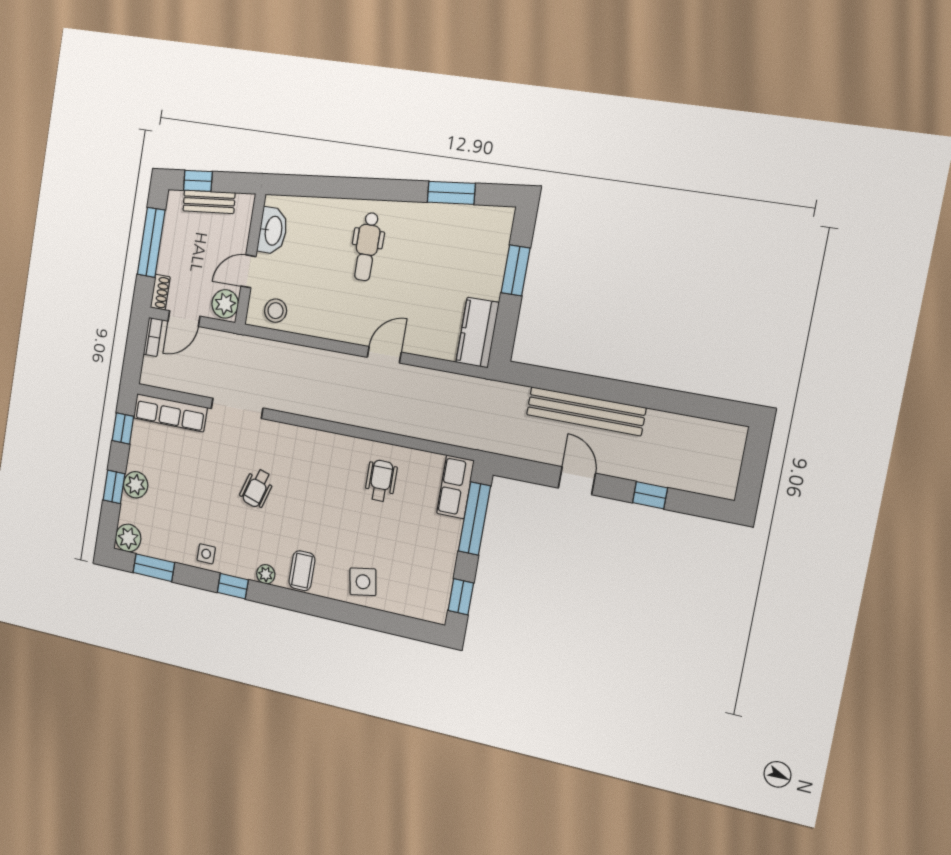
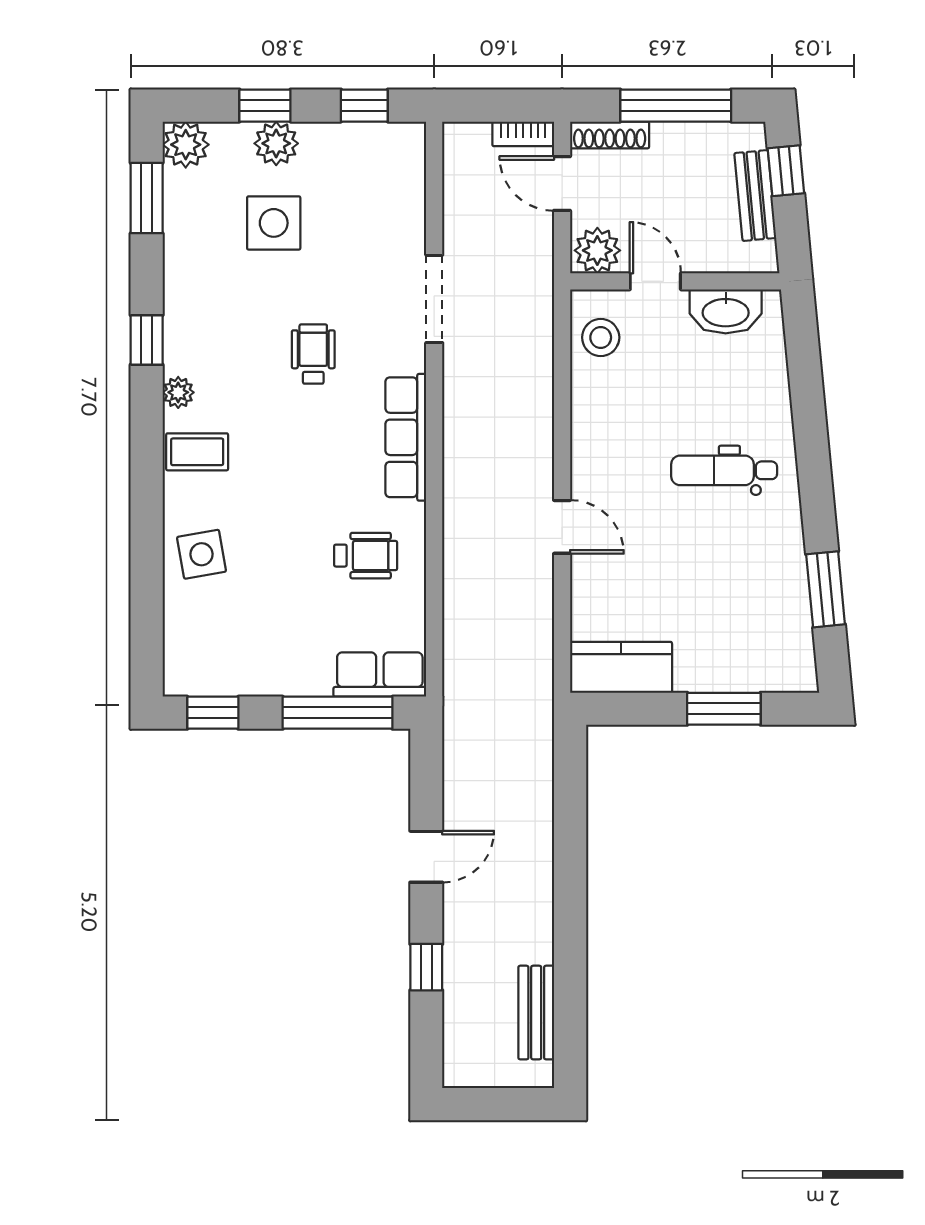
shoe rack: (160, 292) -> (610, 135), width x1.43
bench: (586, 411) -> (536, 1013), moved, width x0.54, depth x0.82
row of seats: (170, 413) -> (406, 437), moved
wheelchair: (257, 488) -> (313, 354), turned 73
side table: (206, 554) -> (274, 223), moved, width x1.87, depth x1.87

